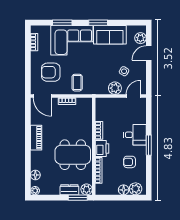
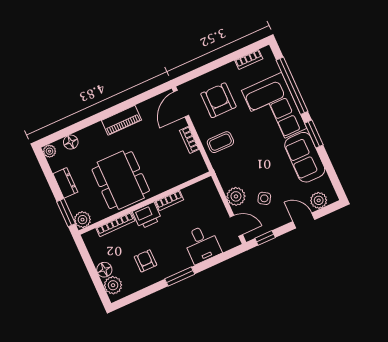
window: (62, 23) -> (292, 86), width x2.11
window: (149, 82) -> (265, 238), added
desk: (135, 135) -> (202, 244), moved
dresser: (69, 190) -> (65, 183), moved

